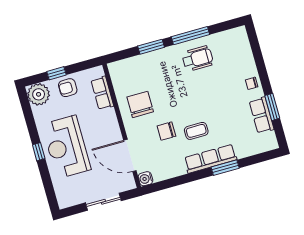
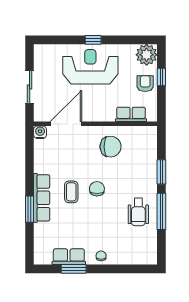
chair: (166, 131) -> (97, 189), moved

